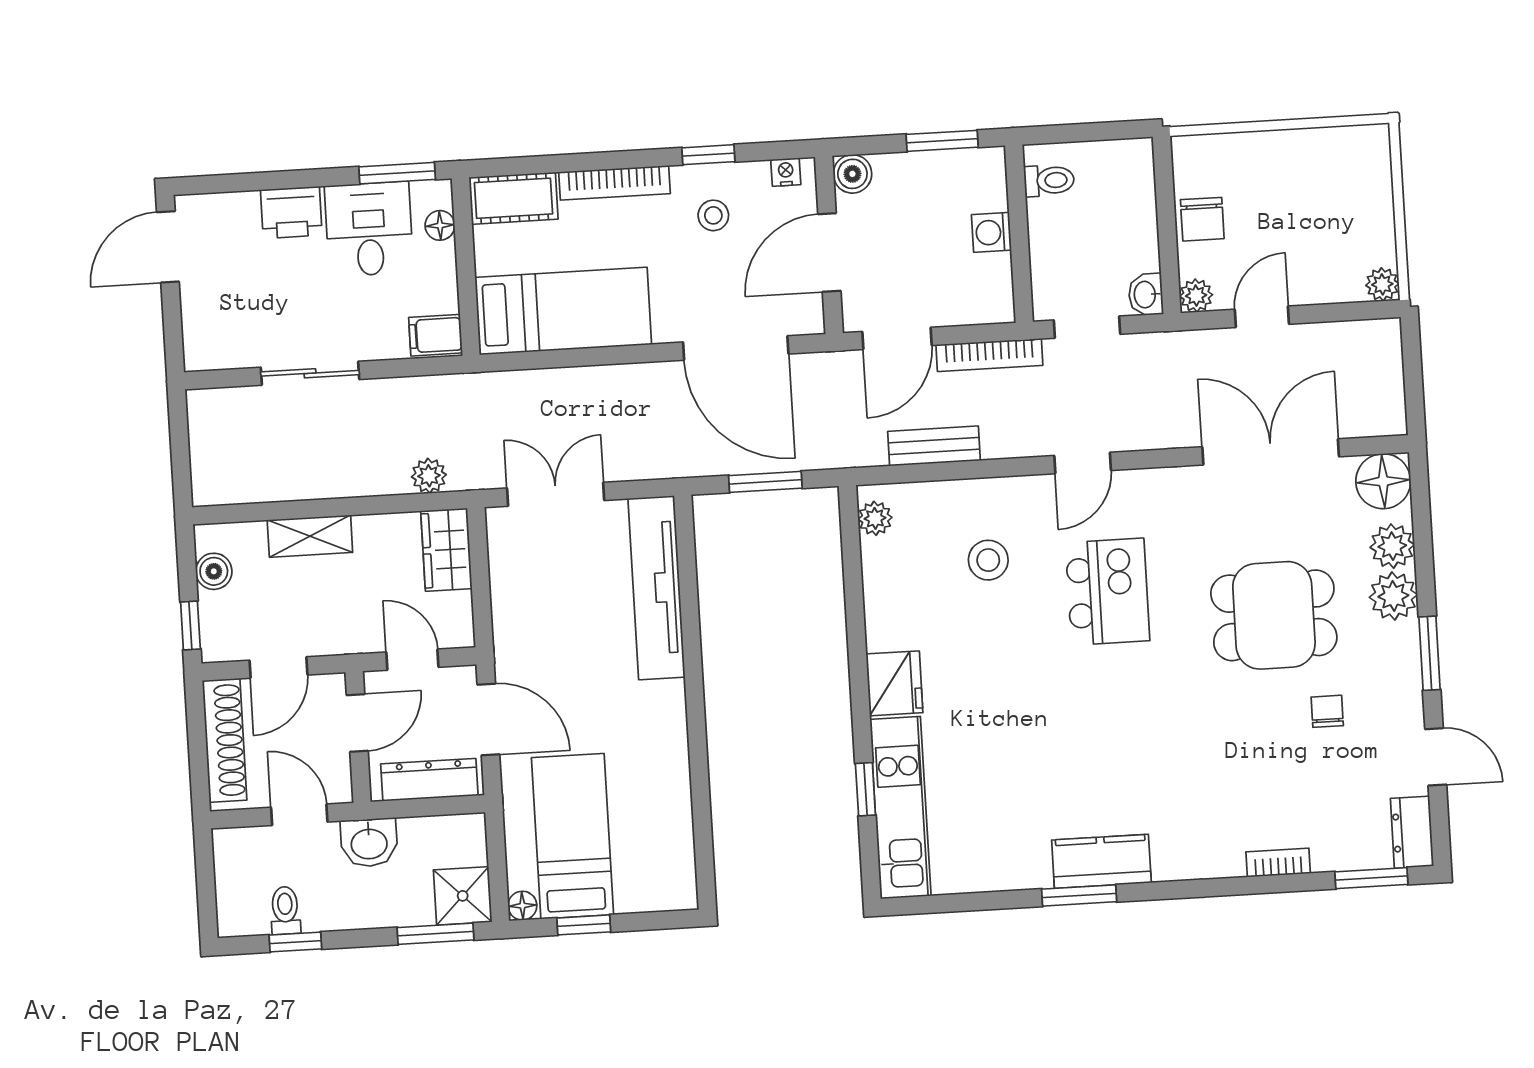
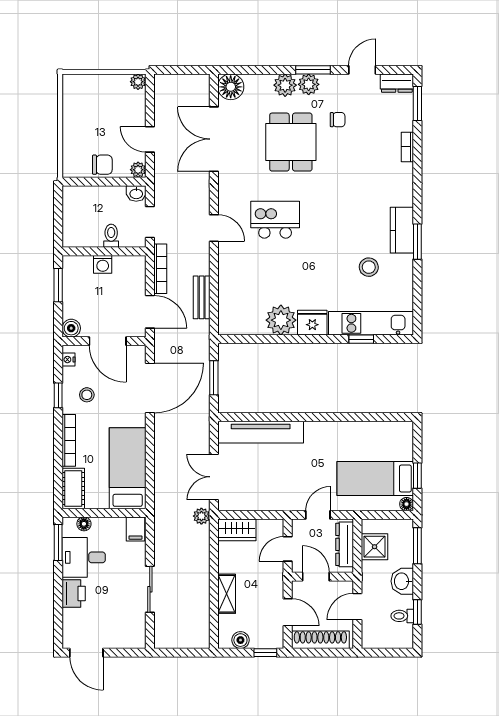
toilet: (1049, 180) -> (111, 236), moved
plant: (429, 476) -> (201, 516), moved
plant: (875, 518) -> (281, 320), moved, width x1.88, depth x1.88
plant: (1392, 546) -> (309, 84), moved
stool: (988, 560) -> (369, 267), moved
chair: (1327, 711) -> (338, 120), turned 180
door: (488, 720) -> (318, 515), width x0.73
washbasin: (369, 843) -> (402, 581), moved, turned 180
shower: (463, 896) -> (375, 547), moved

